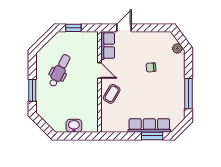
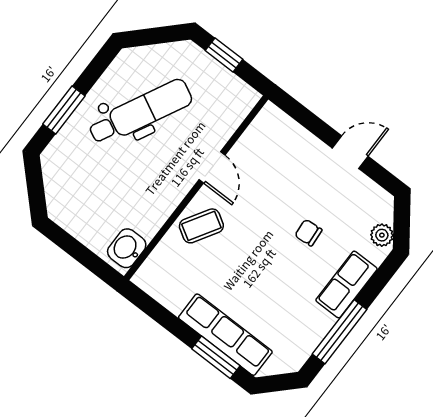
door: (124, 28) -> (350, 152), moved
row of seats: (108, 46) -> (346, 284), moved, turned 180
dental chair: (60, 71) -> (140, 112), width x1.36, depth x1.38
washbasin: (74, 126) -> (127, 248), moved, turned -90

